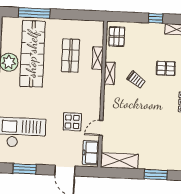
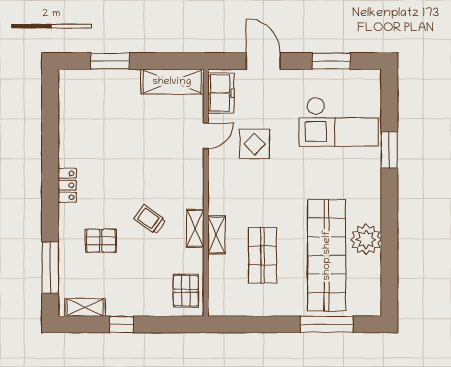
shelving: (98, 58) -> (216, 235), moved

